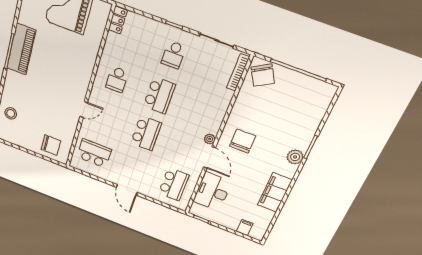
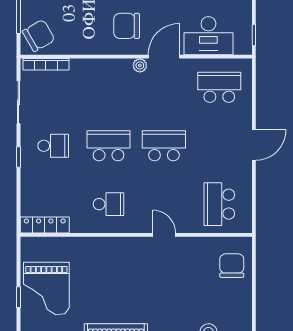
locker: (118, 20) -> (45, 225), width x1.53

